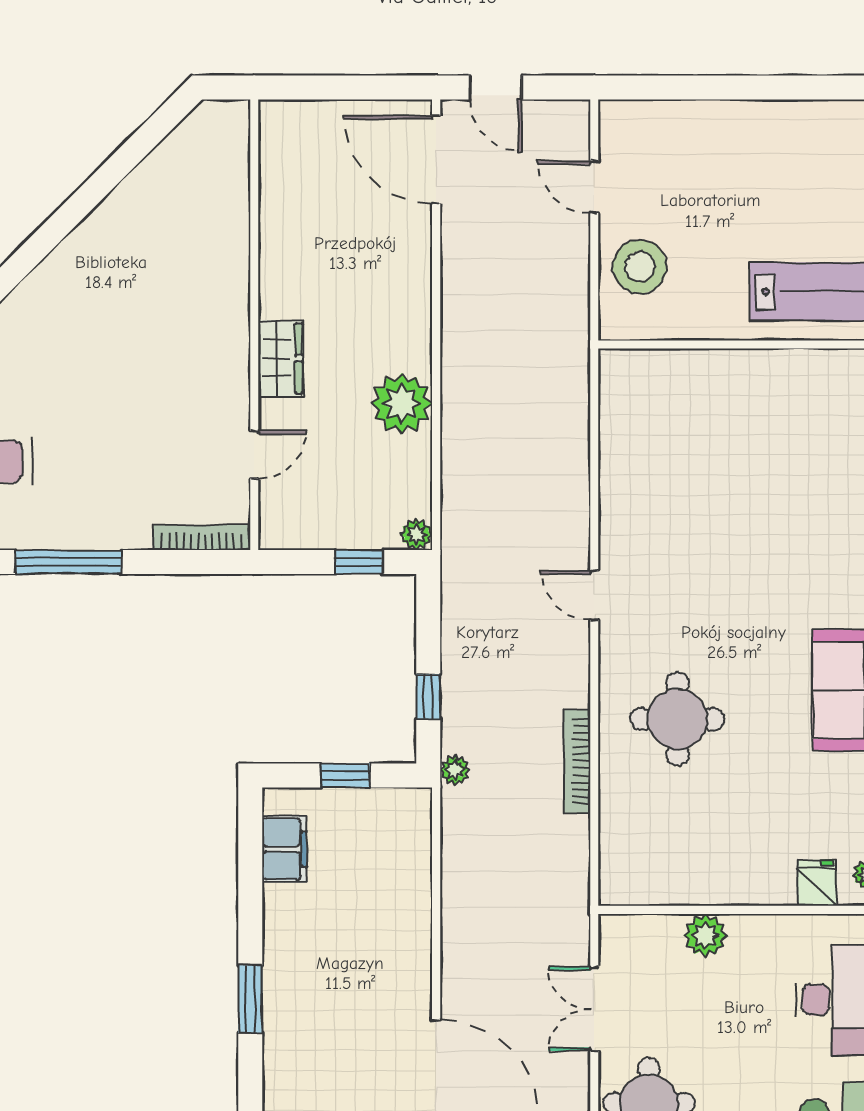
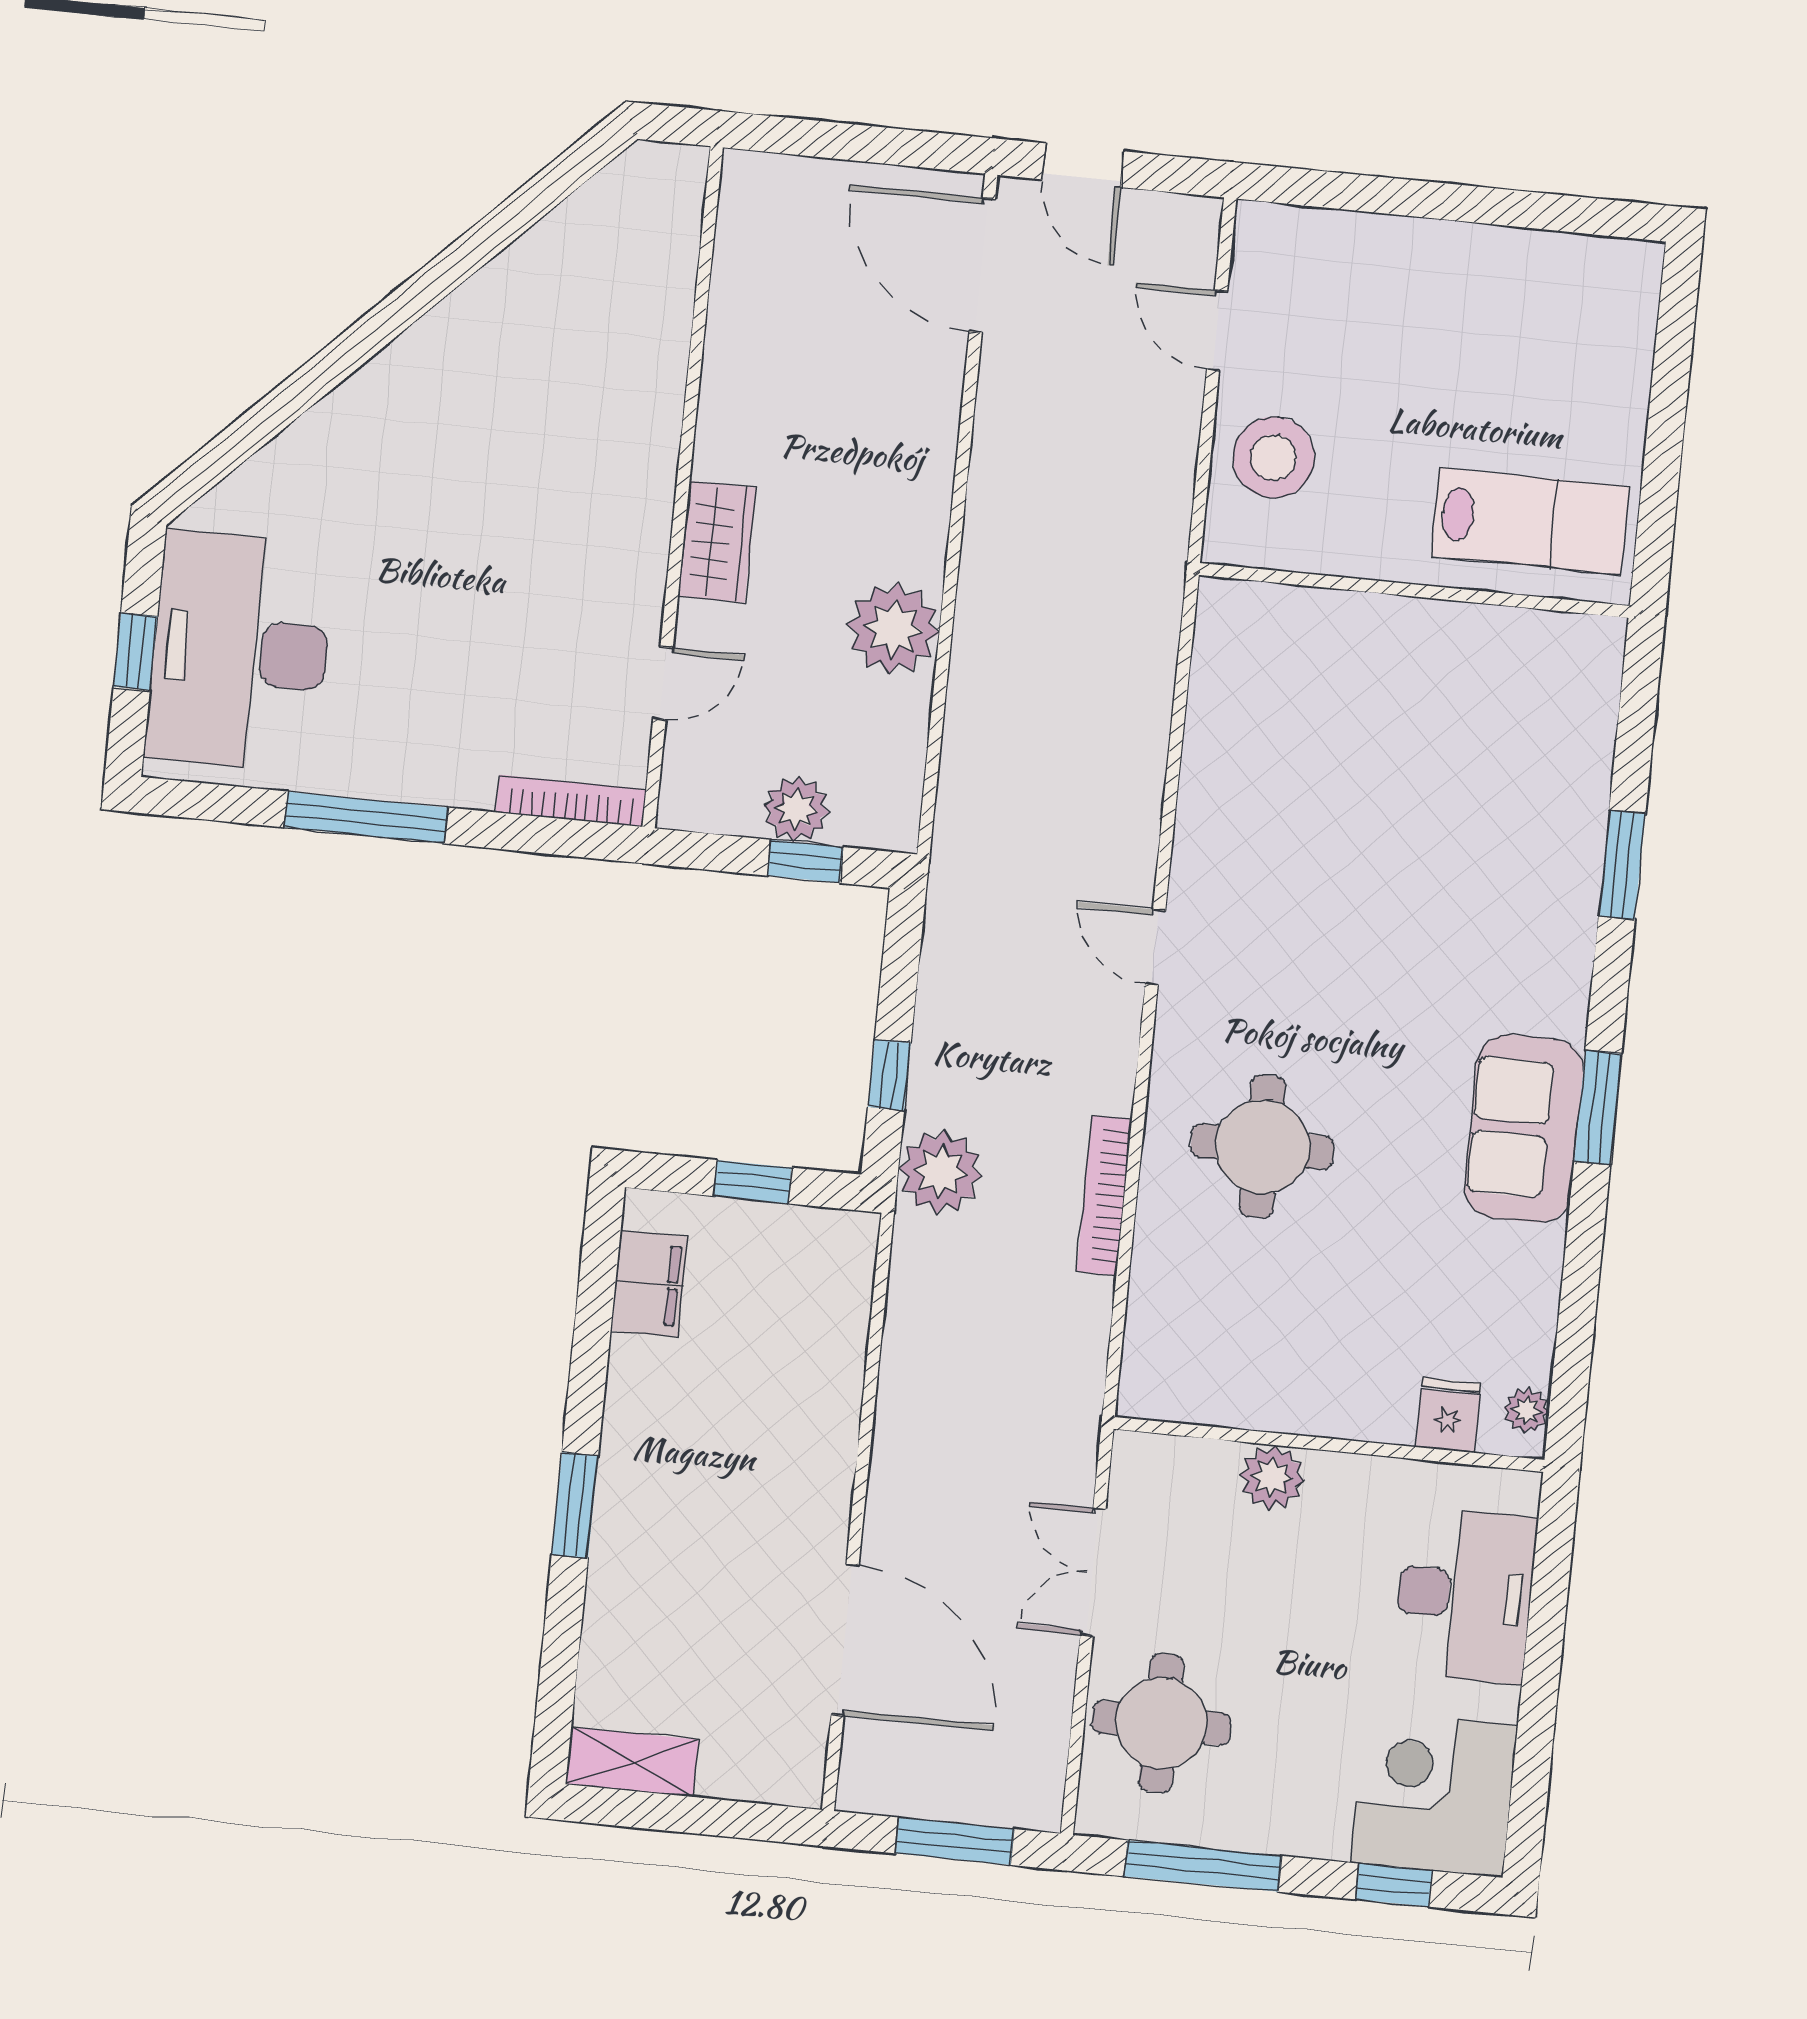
plant: (416, 534) -> (796, 809), moved, width x1.38, depth x1.38
plant: (455, 770) -> (940, 1172), width x1.87, depth x1.87

